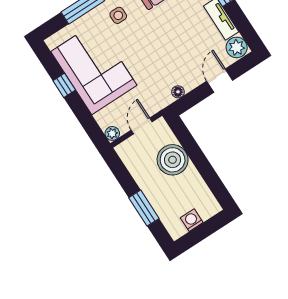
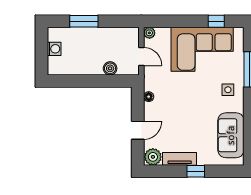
door: (220, 81) -> (138, 130), hinge flipped
window: (64, 85) -> (216, 21), moved
boiler: (173, 160) -> (110, 68), width x0.54, depth x0.54

